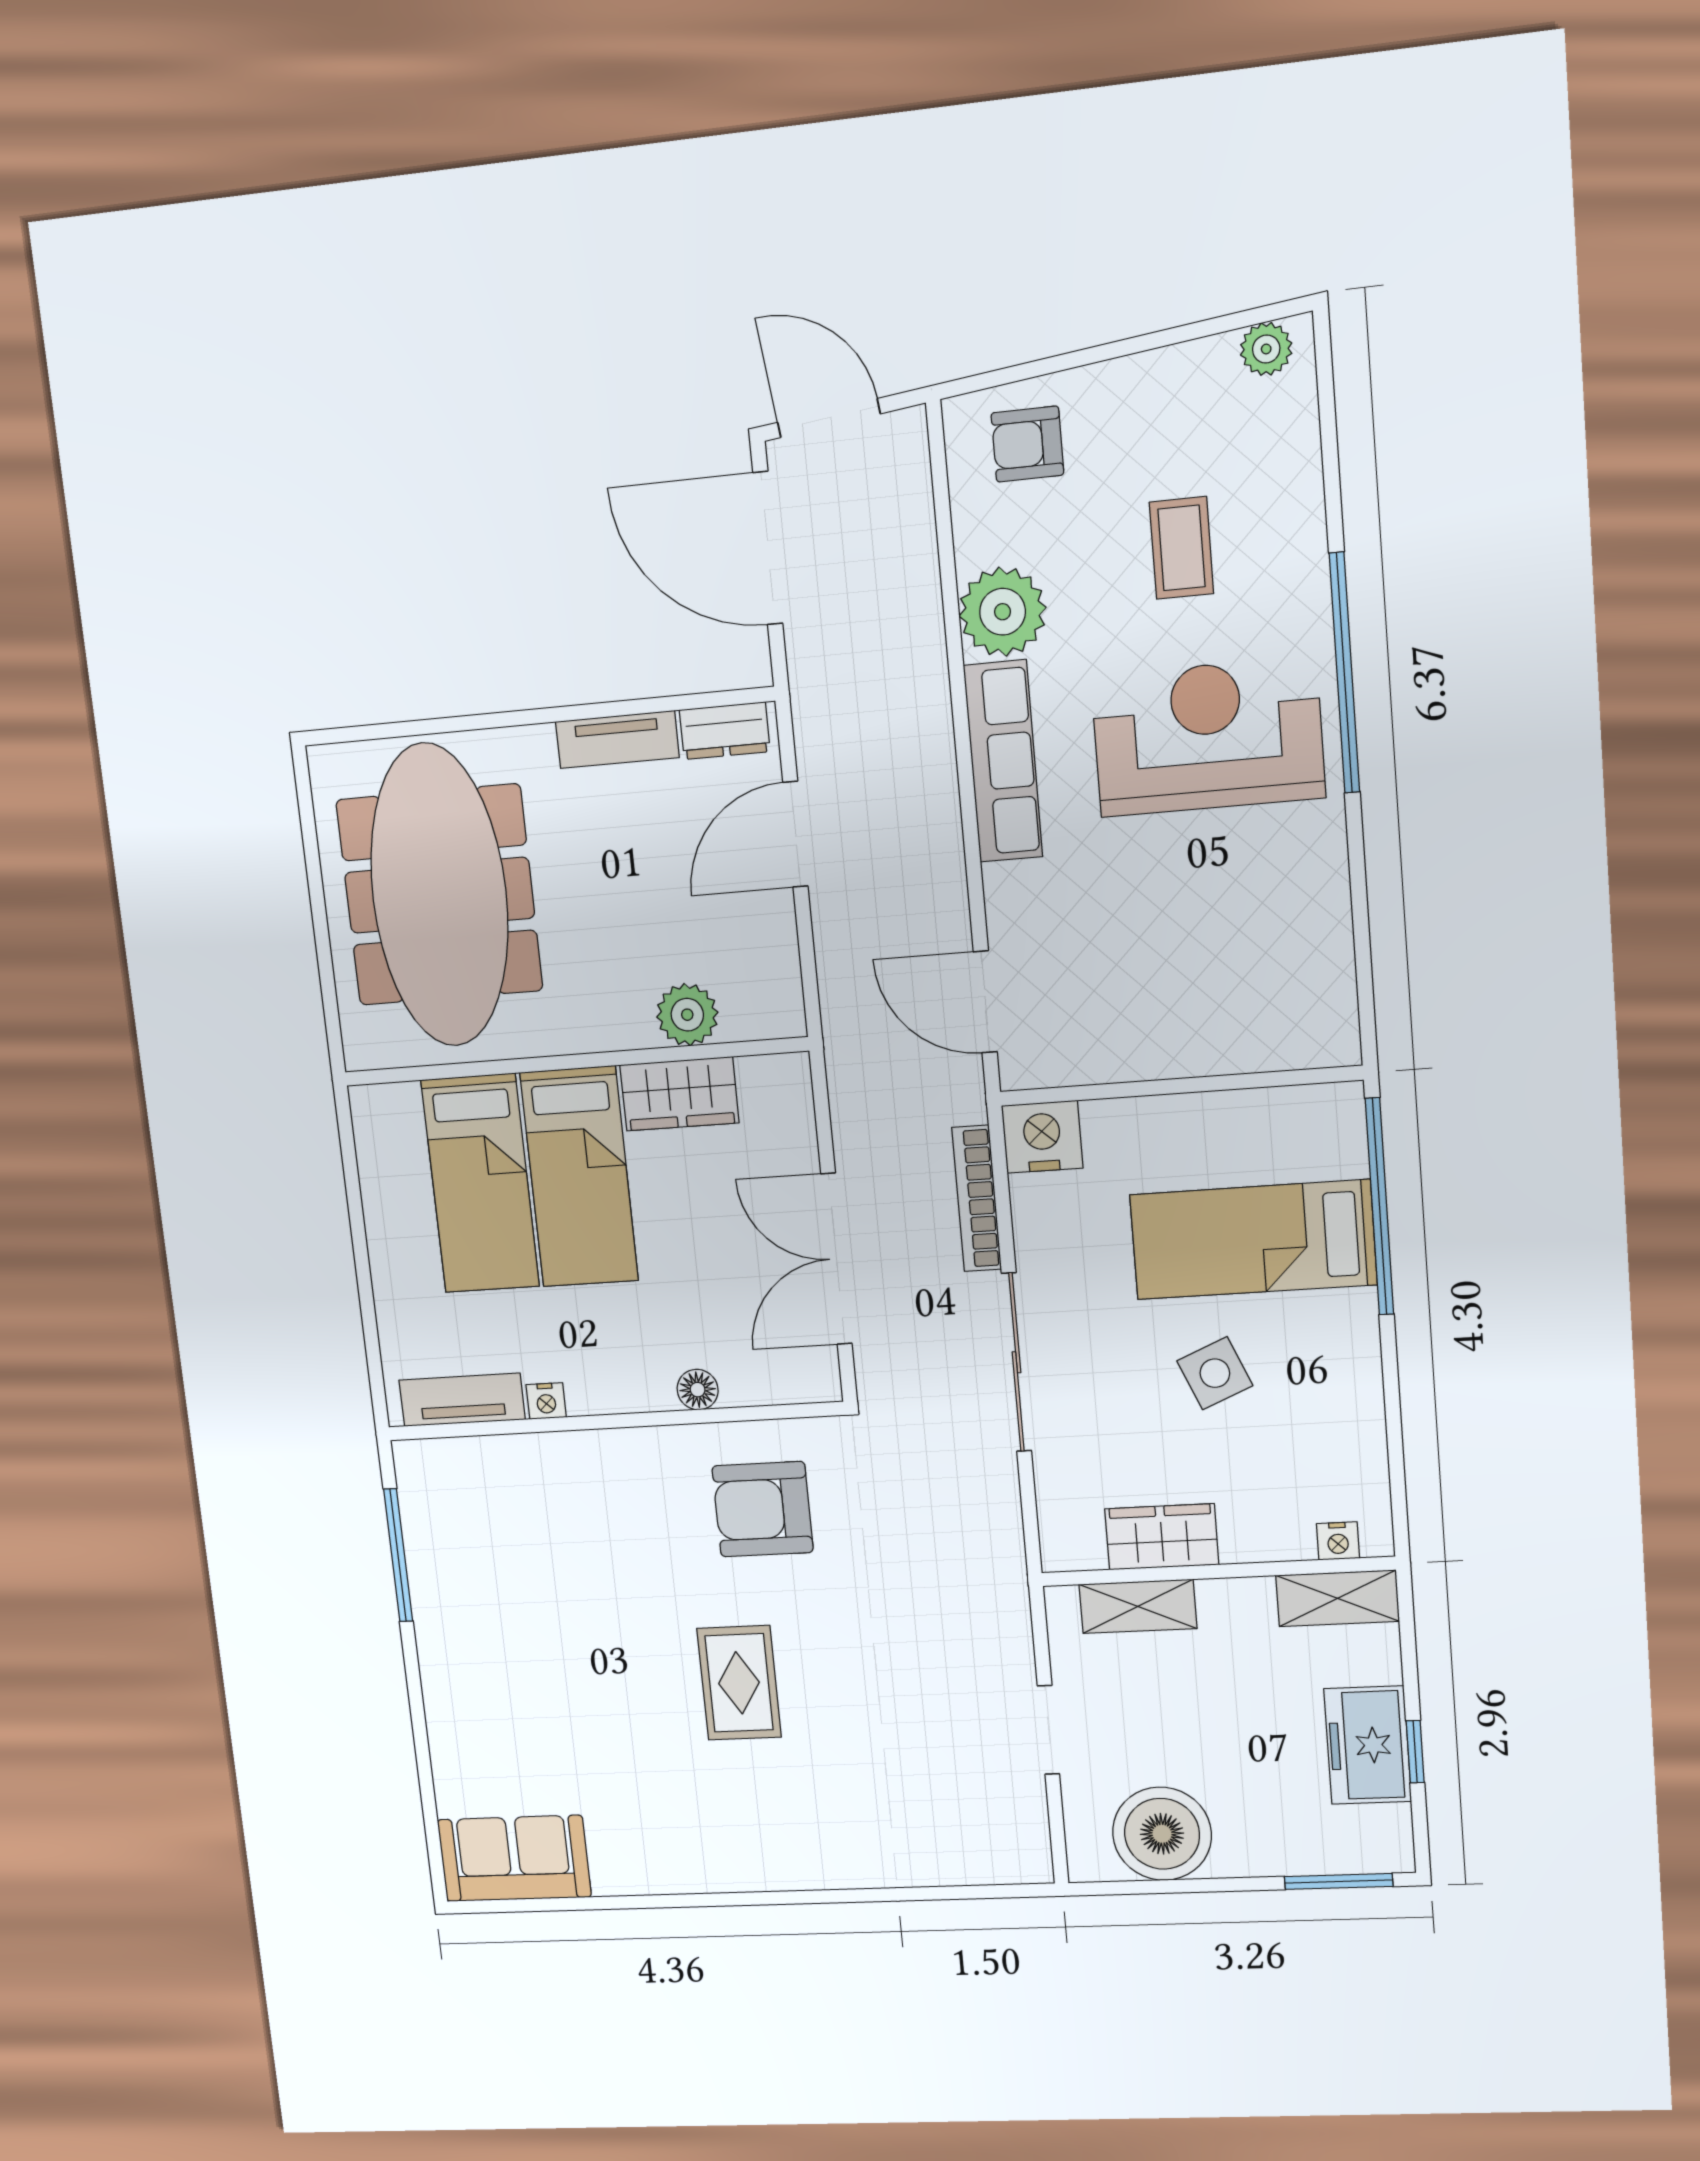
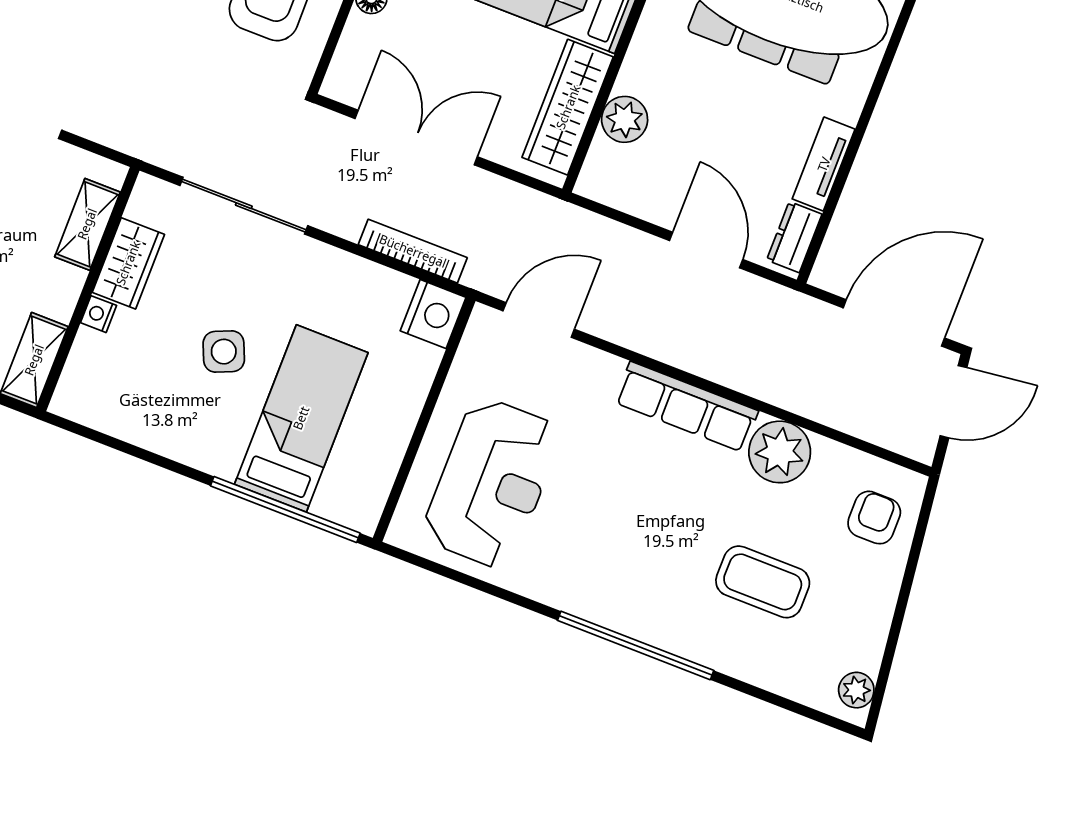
coffee table: (1181, 548) -> (763, 582), width x1.36, depth x1.30
reception desk: (1208, 737) -> (492, 483), moved
wardrobe: (679, 1094) -> (568, 107), width x1.50
sliding door: (1016, 1362) -> (244, 206), moved
nightstand: (1338, 1541) -> (99, 314), moved

